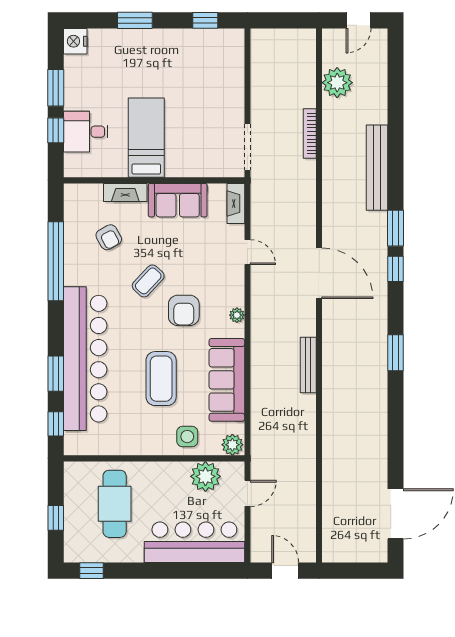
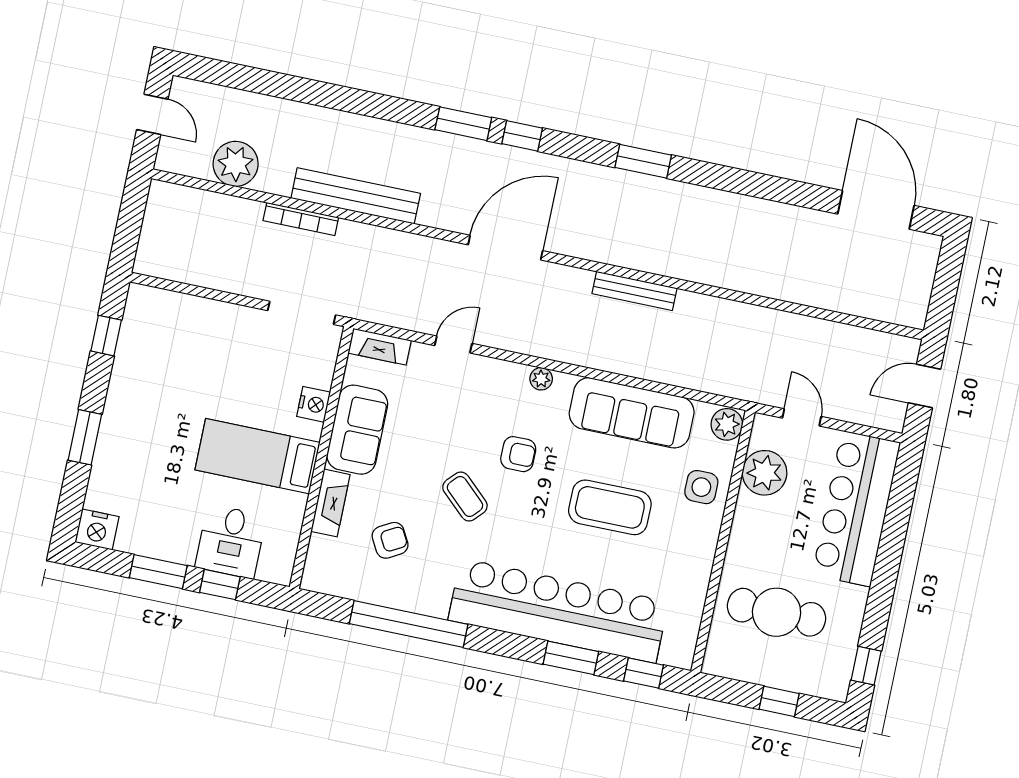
nightstand: (188, 168) -> (314, 404), added
bench: (377, 168) -> (356, 196), moved
armchair: (184, 310) -> (518, 454), width x0.72, depth x0.72

